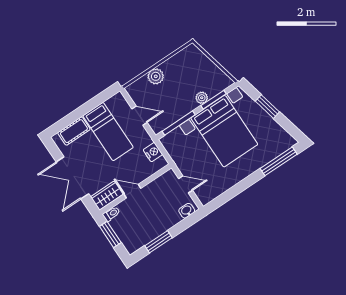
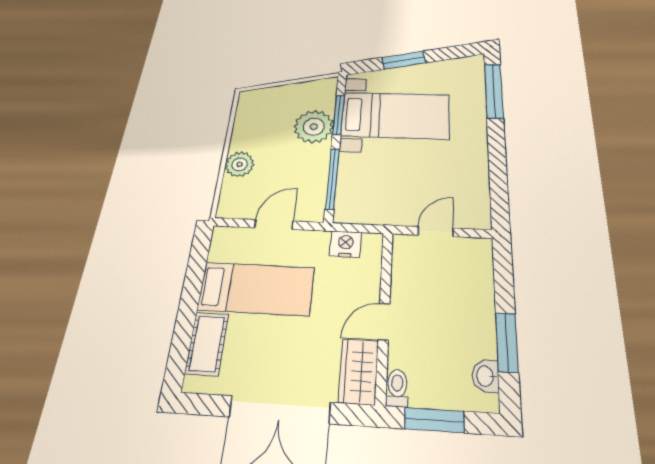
plant: (202, 98) -> (314, 127), width x1.87, depth x1.87
bed with nightstands: (224, 131) -> (395, 115), width x0.73
washbasin: (187, 211) -> (486, 376), moved

